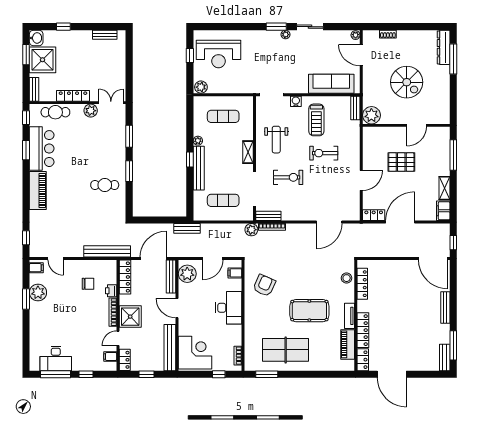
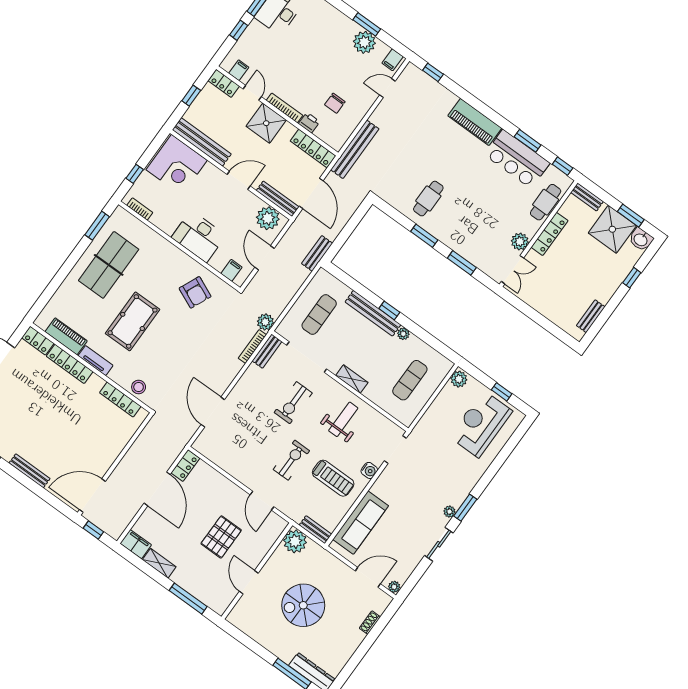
treadmill: (316, 120) -> (333, 478), turned 180
weight bench: (276, 140) -> (343, 419), turned 90
door: (361, 180) -> (262, 501), moved

